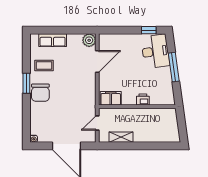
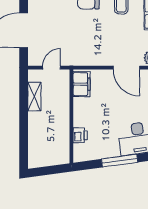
printer: (143, 100) -> (80, 135), moved
door: (97, 123) -> (52, 68), hinge flipped

